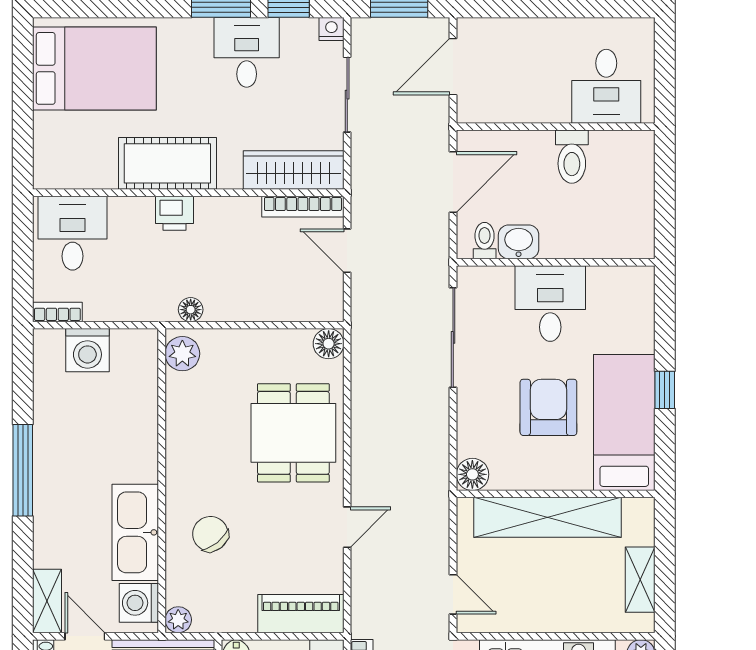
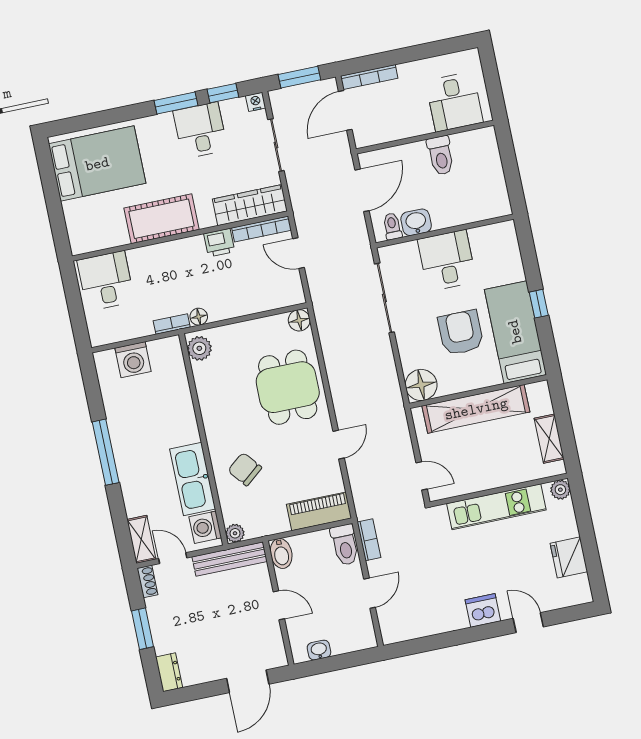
bookcase: (496, 27) -> (369, 77), added
printer: (175, 213) -> (219, 243), moved
bookcase: (57, 312) -> (172, 324), moved
floor lamp: (472, 474) -> (421, 385), width x1.38, depth x1.38

